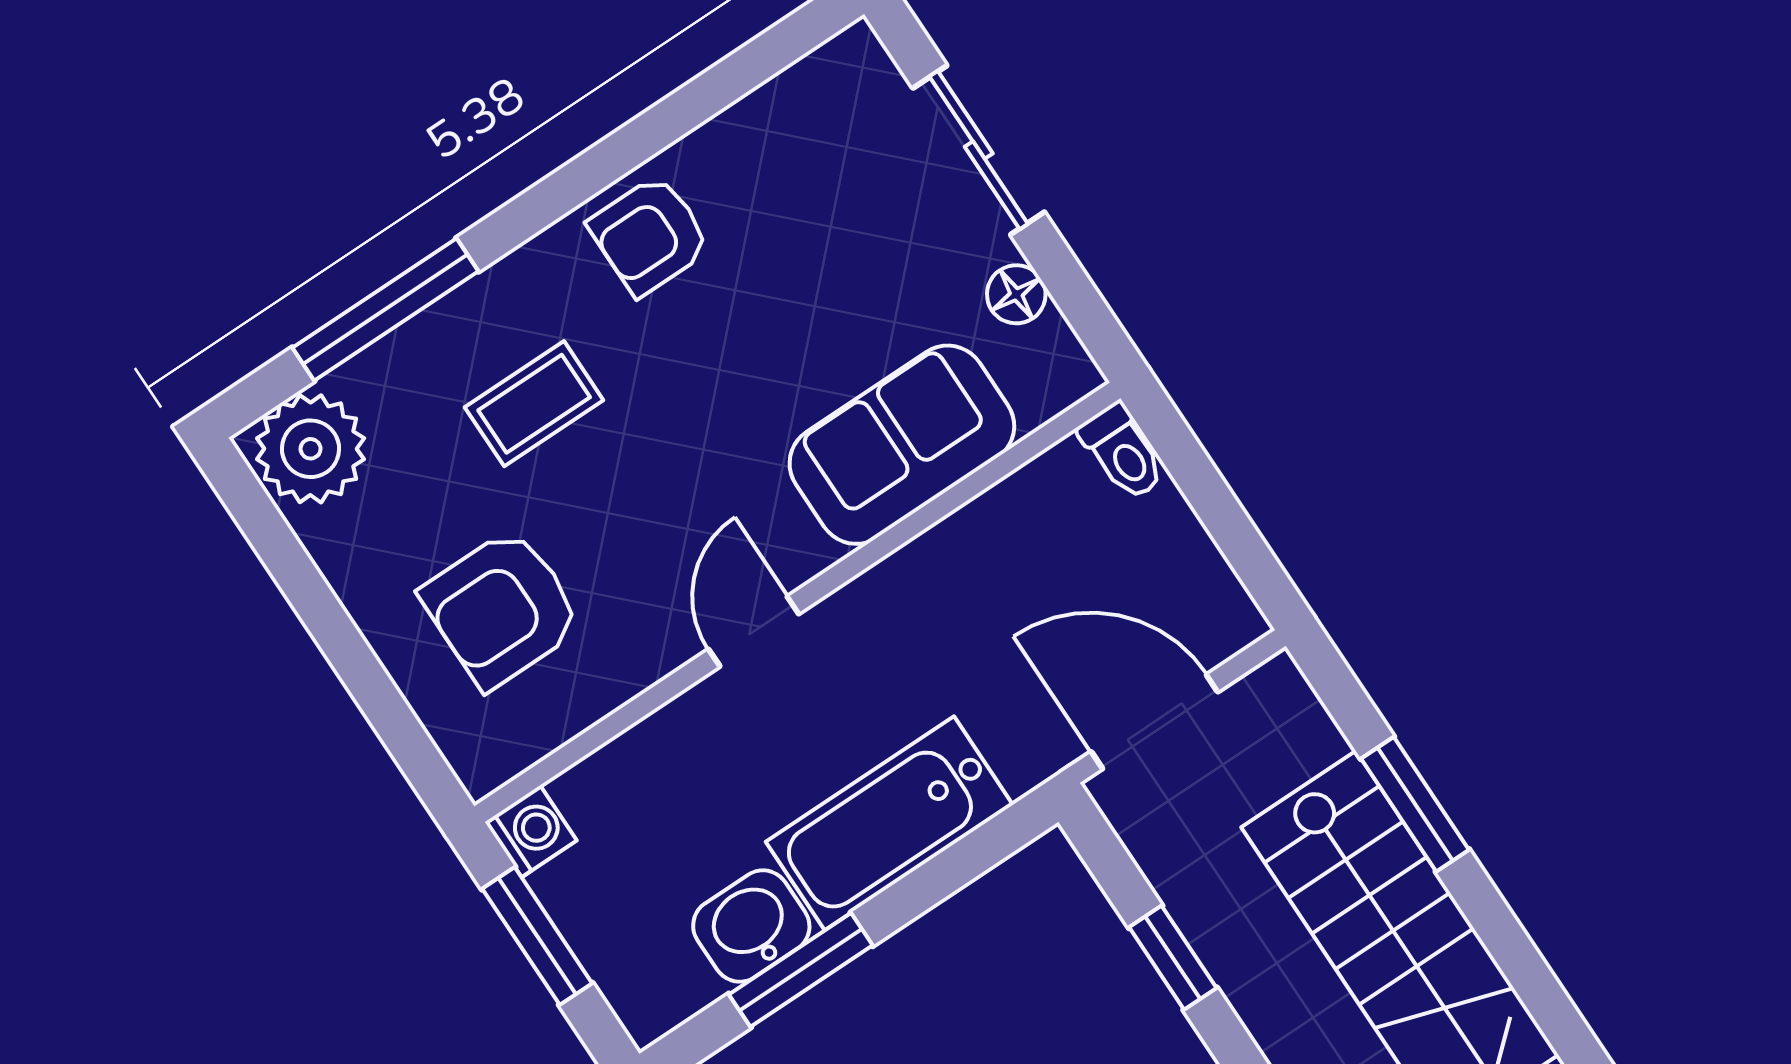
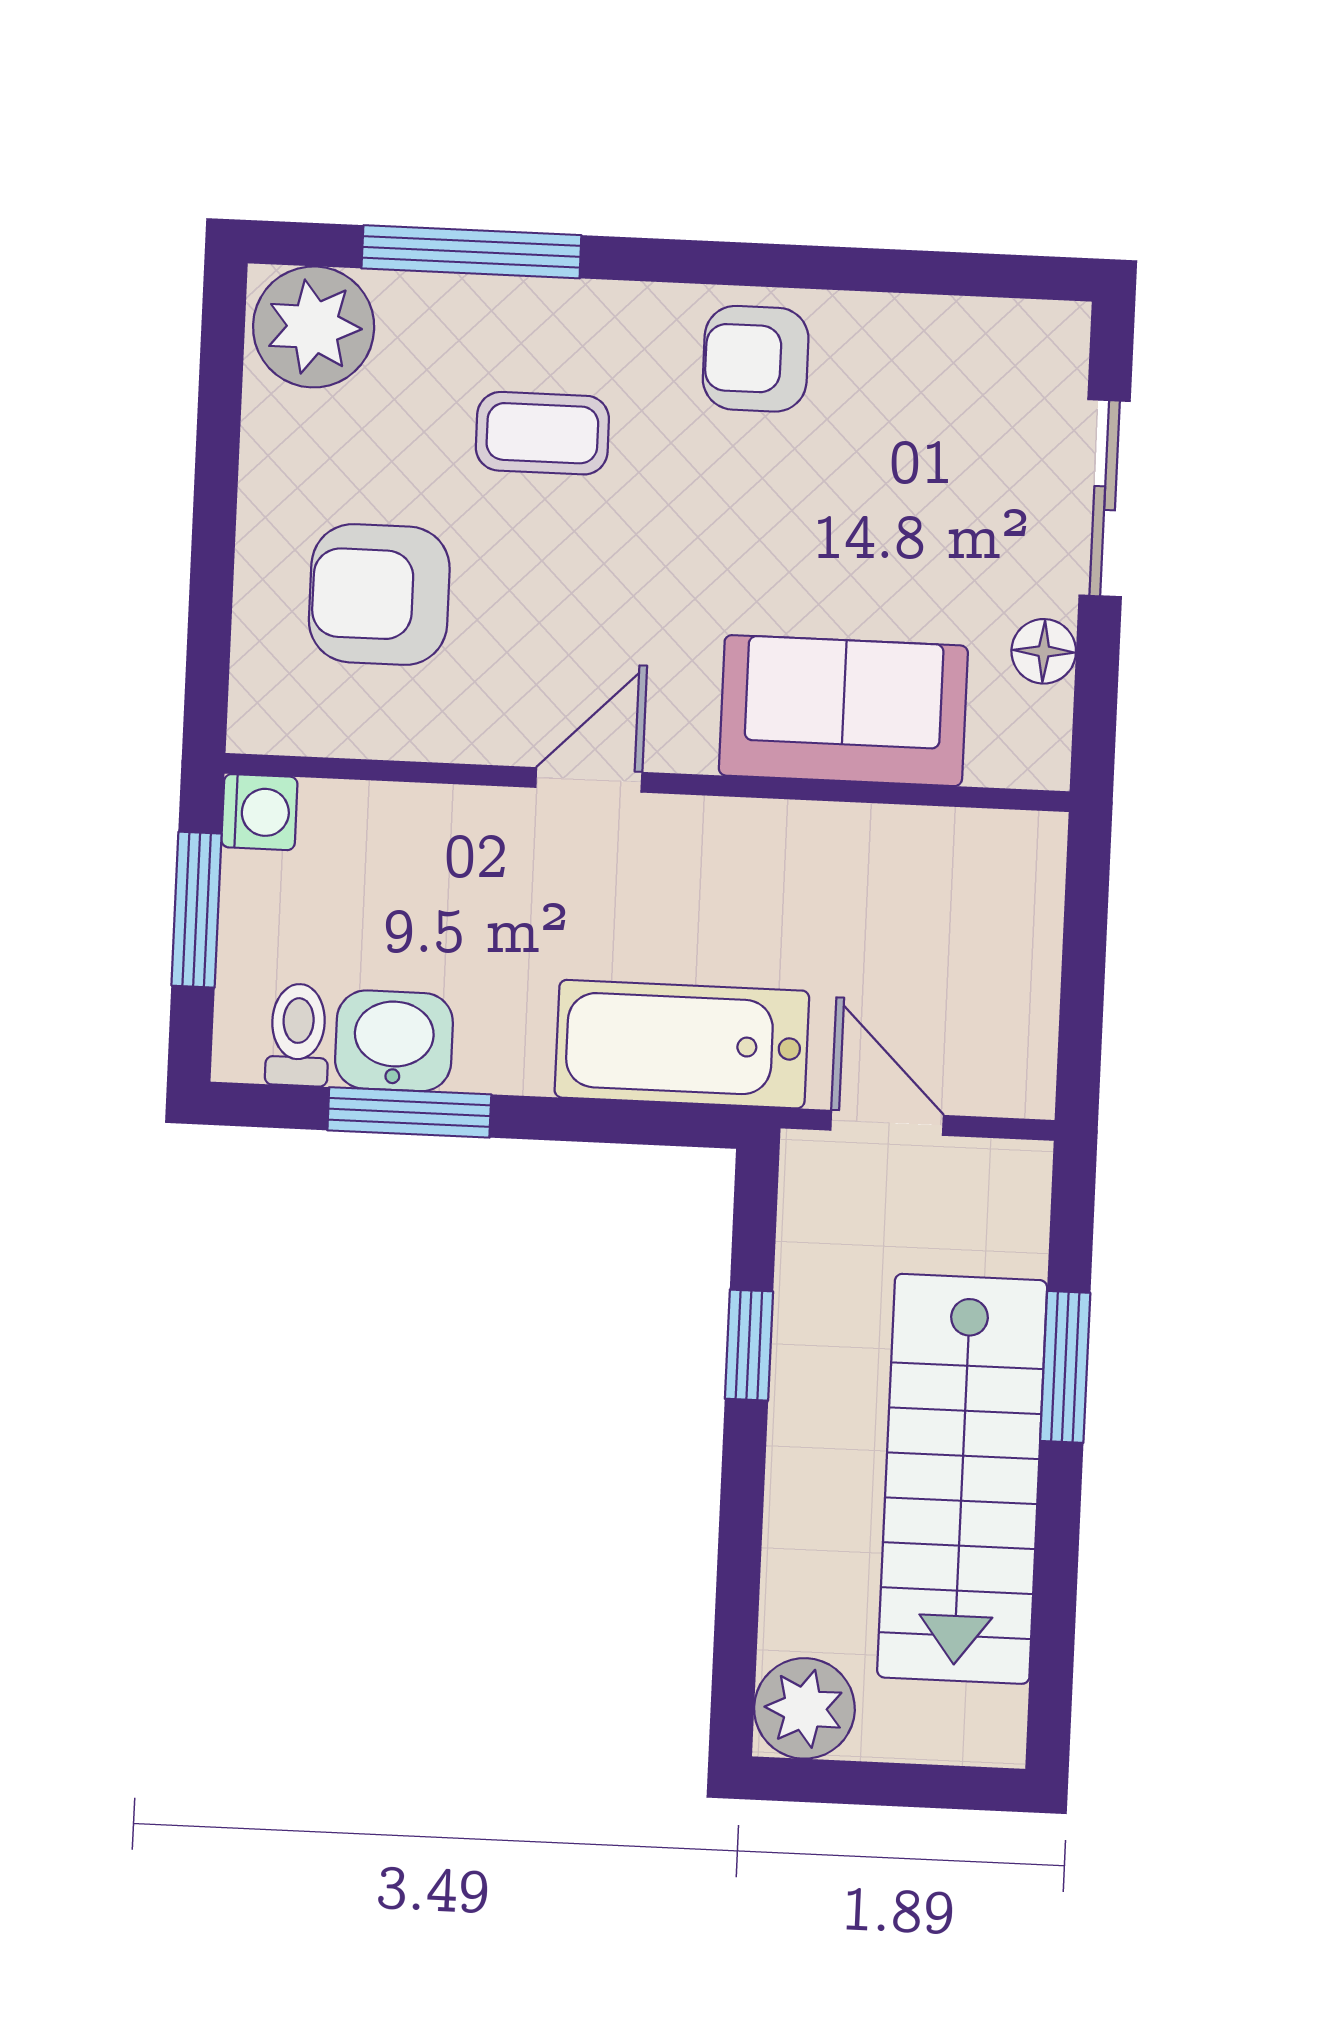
toilet: (1123, 452) -> (298, 1035), moved, turned 180
door: (1154, 722) -> (887, 1123), width x0.73
bathtub: (889, 823) -> (682, 1044), moved

